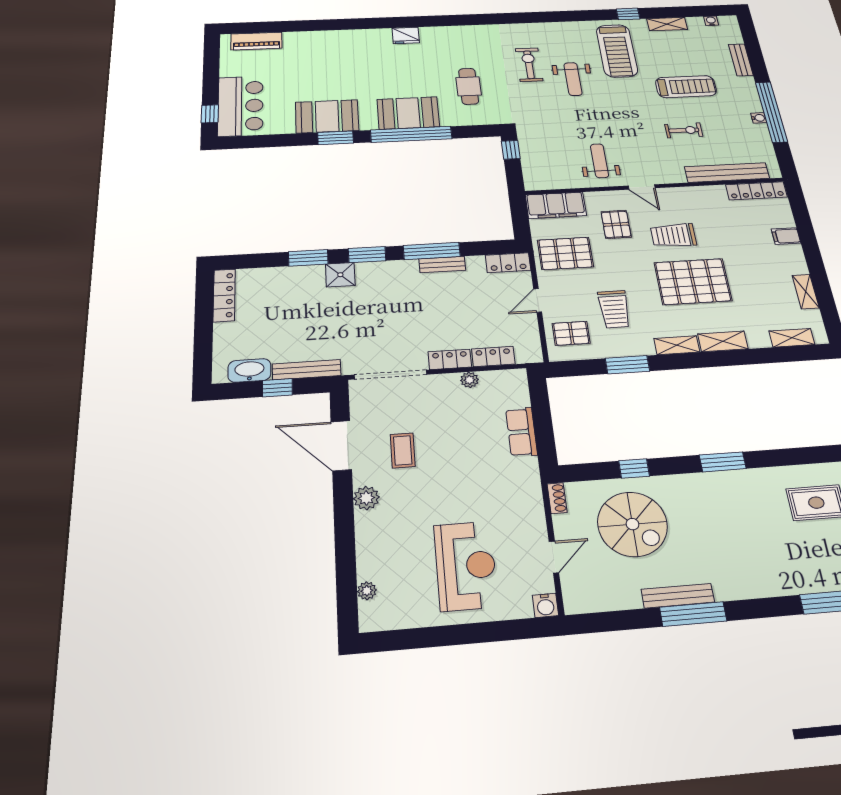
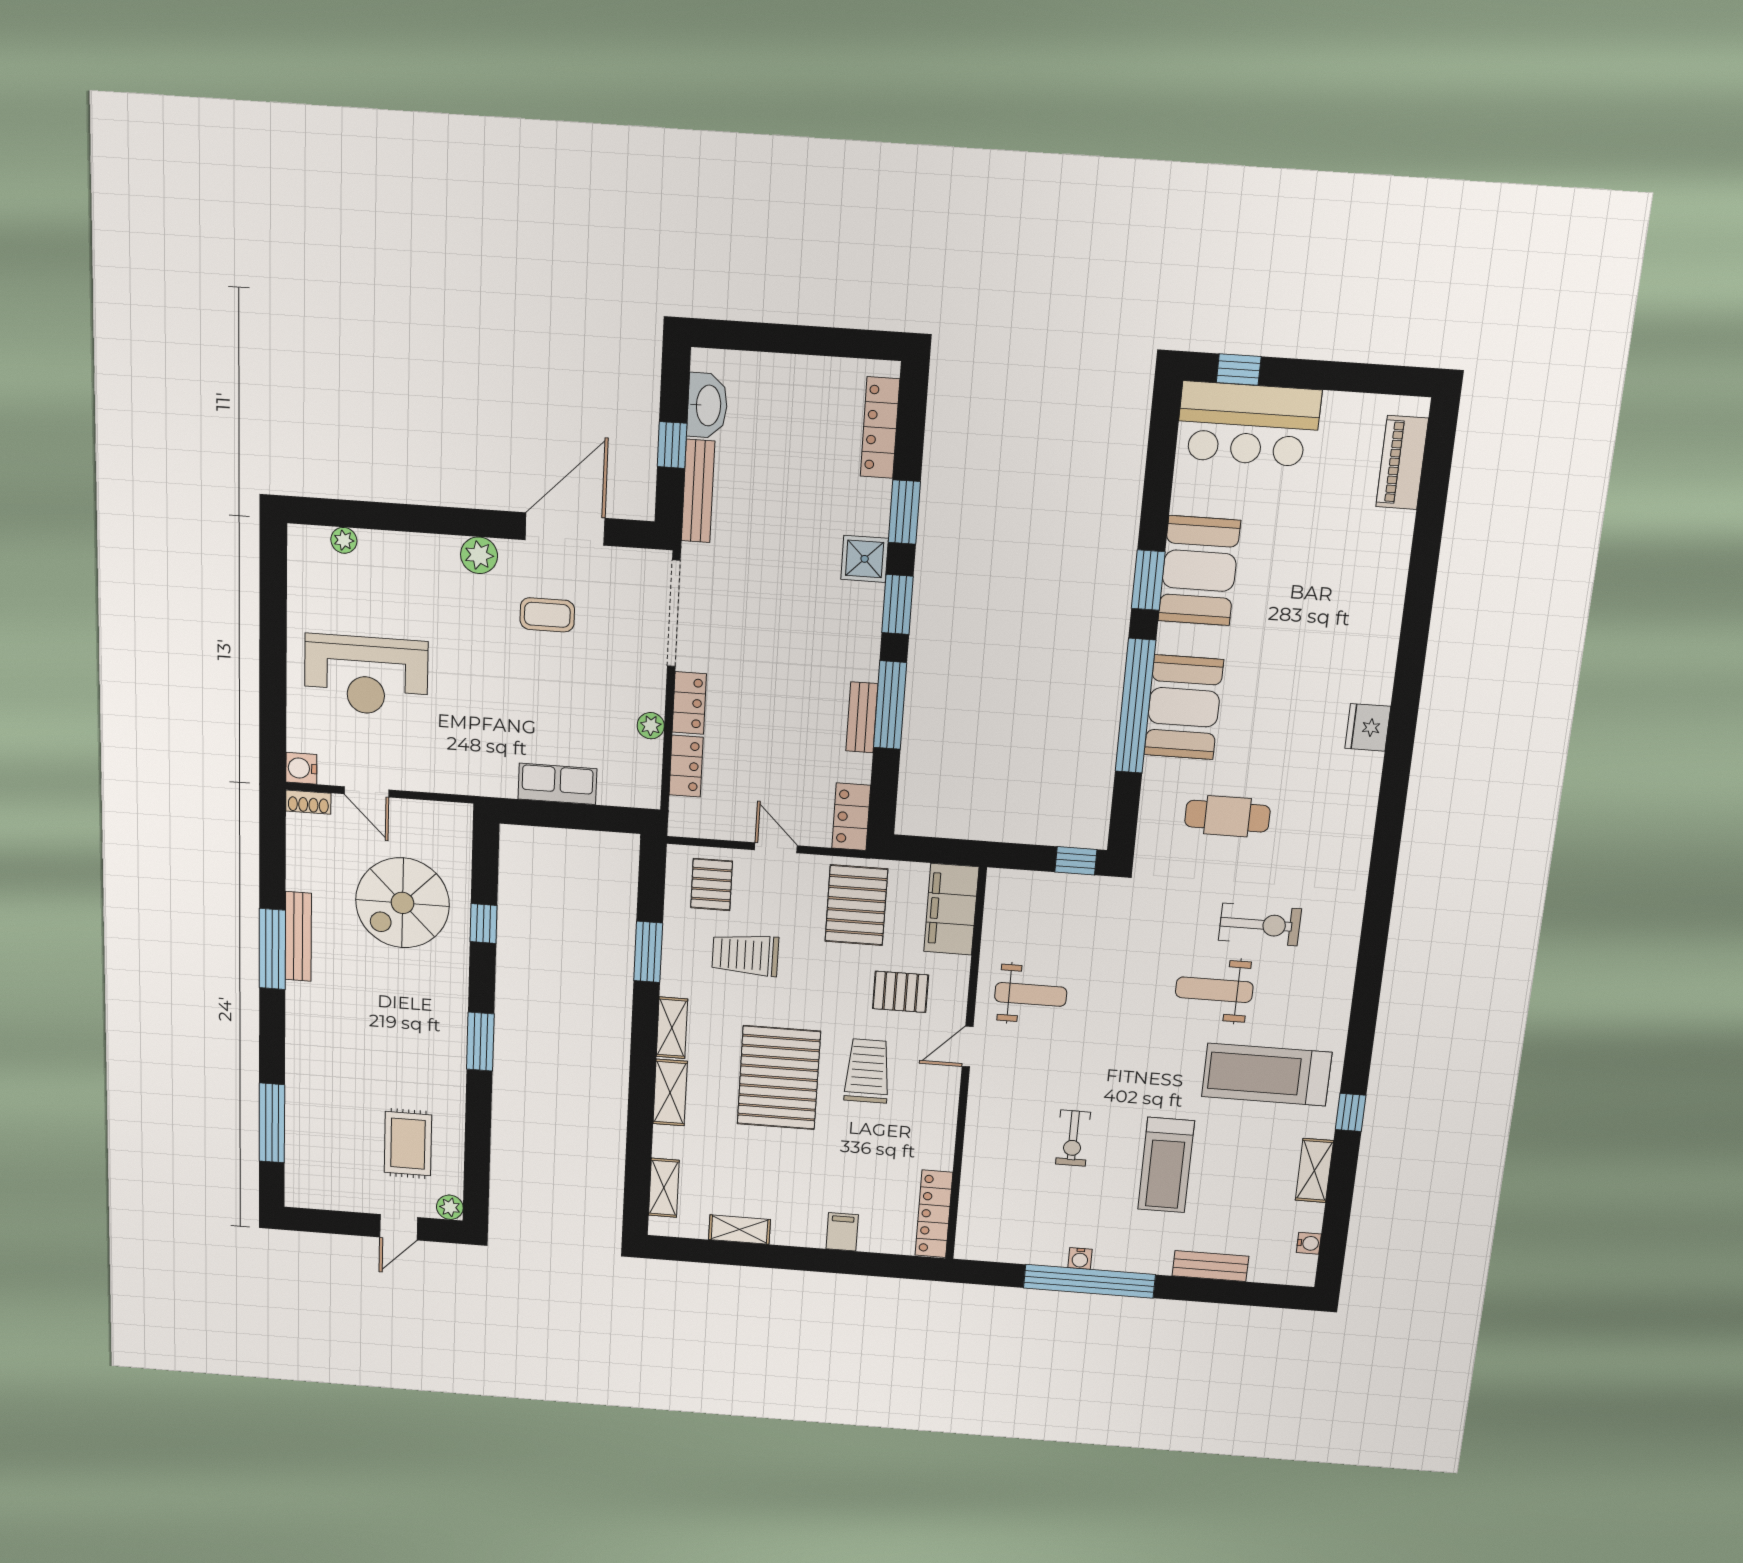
bench: (727, 172) -> (976, 1181), removed
locker: (224, 295) -> (880, 428), moved, turned 90
shoe rack: (557, 498) -> (308, 802), moved

